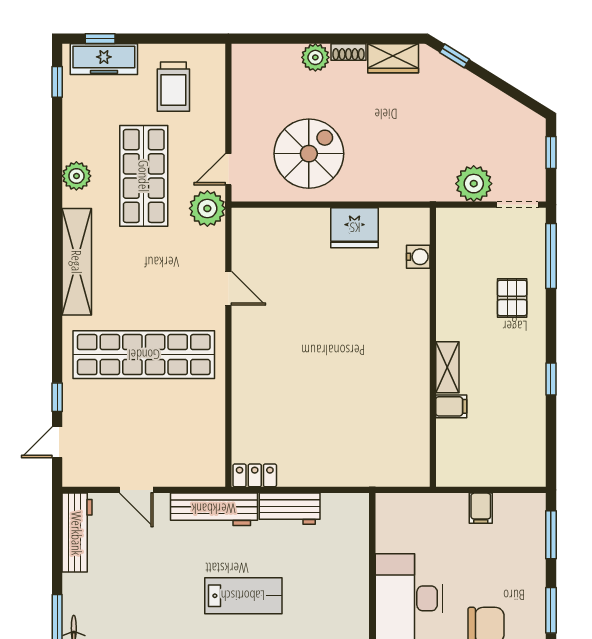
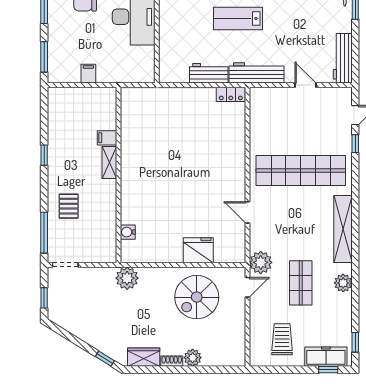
shop shelf: (144, 176) -> (301, 283), width x0.70, depth x0.74
plant: (474, 184) -> (127, 278), moved
fridge: (355, 228) -> (198, 250), moved

